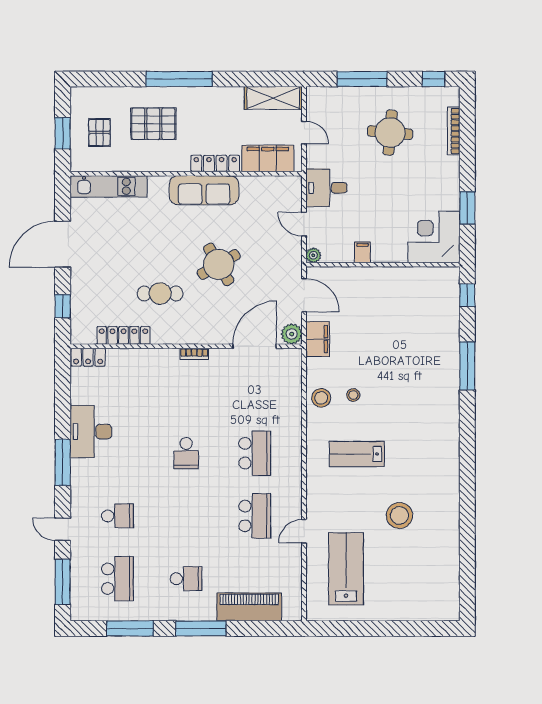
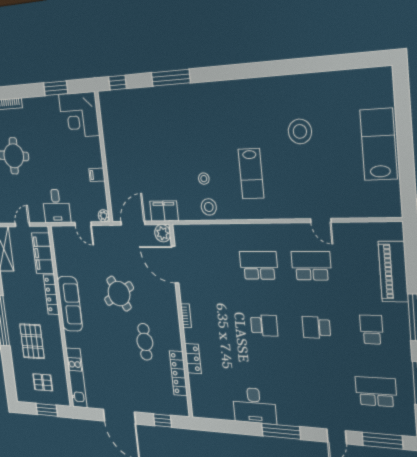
door: (304, 224) -> (83, 224), hinge flipped
locker: (88, 357) -> (193, 359), moved
school desk: (117, 516) -> (316, 327), moved, turned -90
lab bench: (346, 569) -> (378, 144), moved, turned 90

